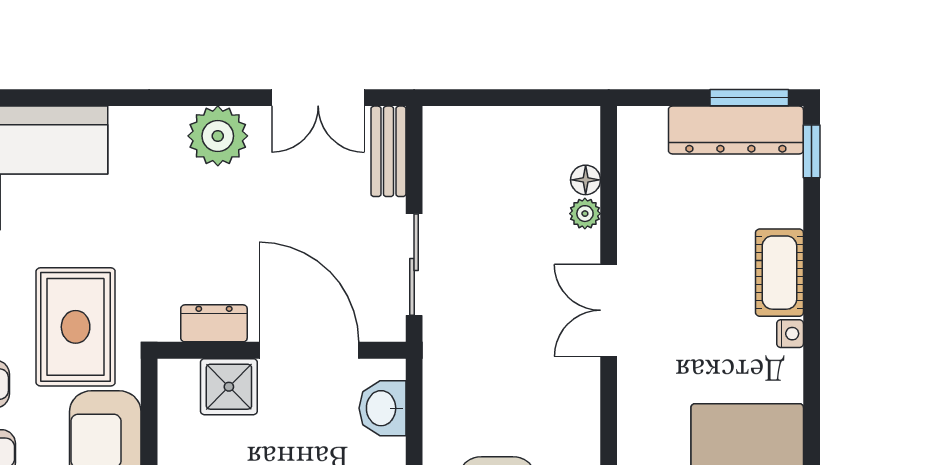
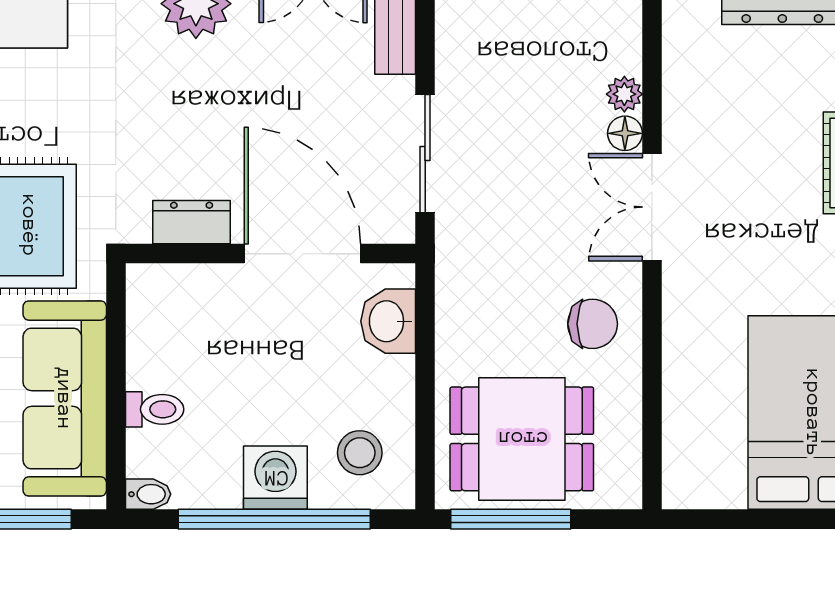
floor lamp: (586, 180) -> (625, 133), moved
shower: (229, 387) -> (209, 296), removed
chair: (558, 411) -> (593, 324), added

